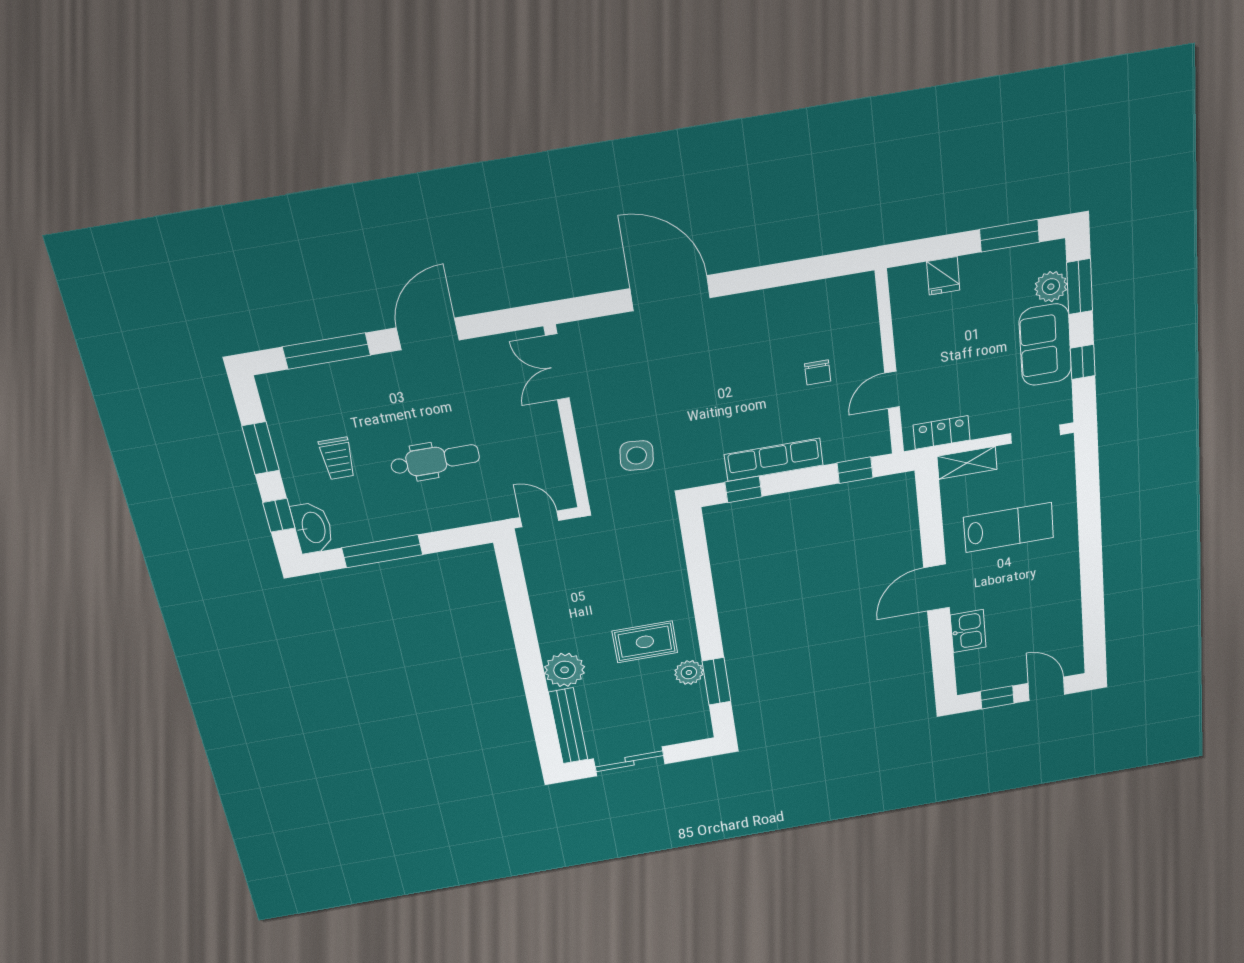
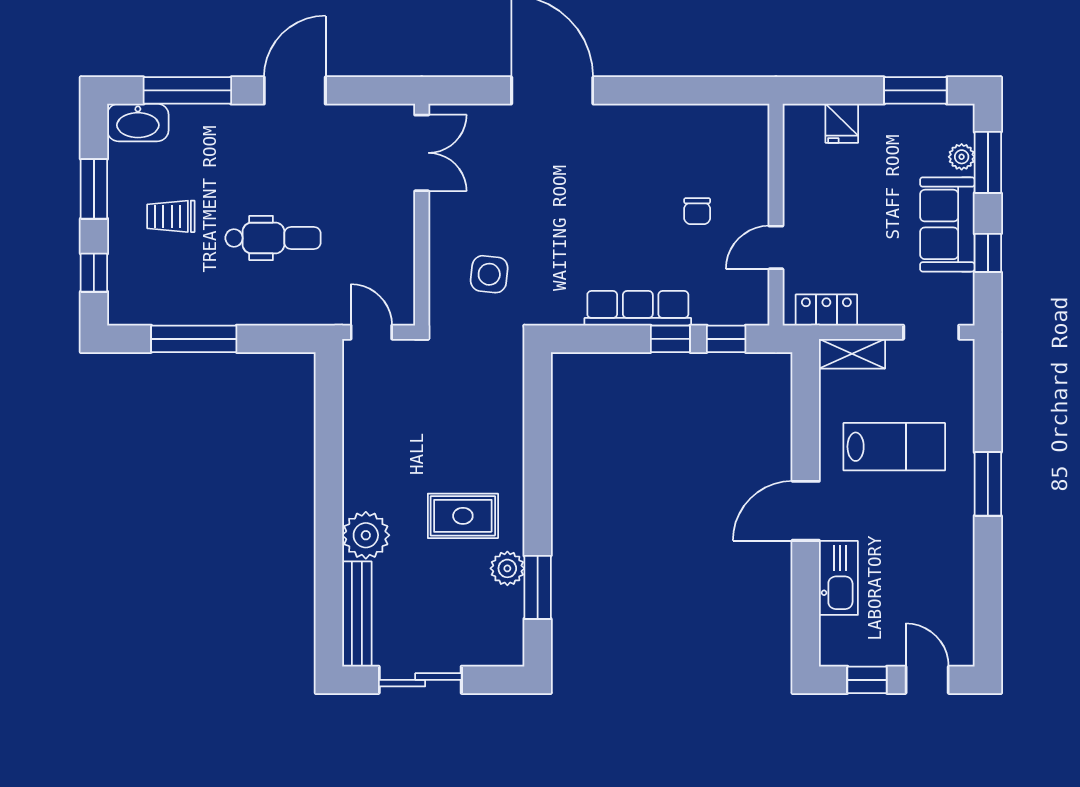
plant: (1051, 287) -> (962, 157), width x0.73, depth x0.73
double door: (557, 367) -> (422, 153), swing flipped
trolley: (337, 458) -> (171, 216), turned 90
window: (743, 489) -> (670, 339), moved
washbasin: (313, 528) -> (138, 122), moved, turned 90
window: (1090, 541) -> (988, 484), added
kitchen sink: (968, 631) -> (838, 578), width x1.38

